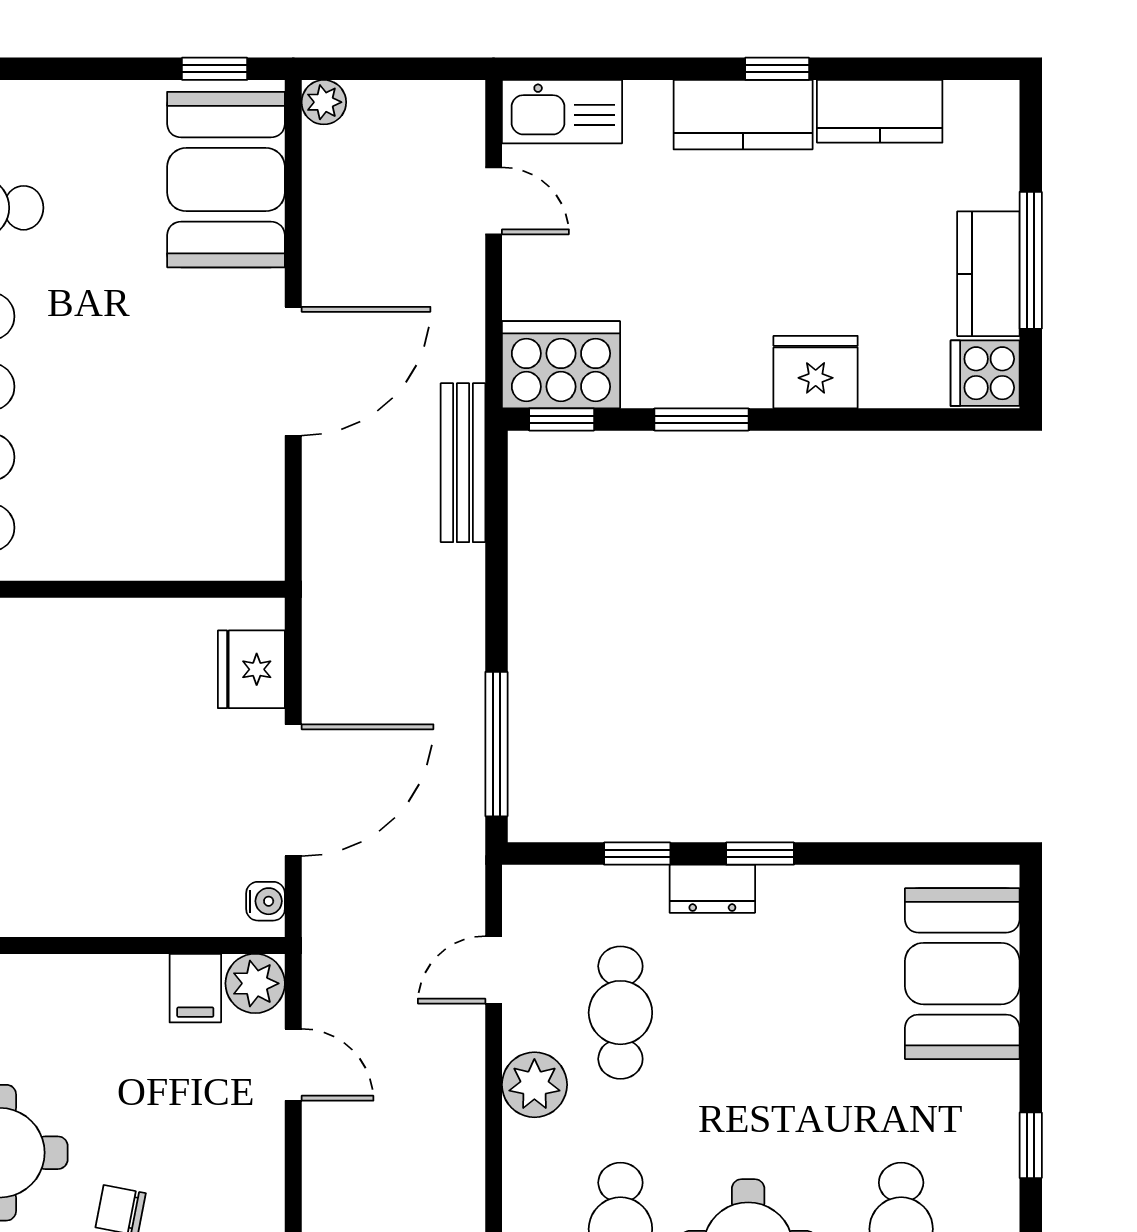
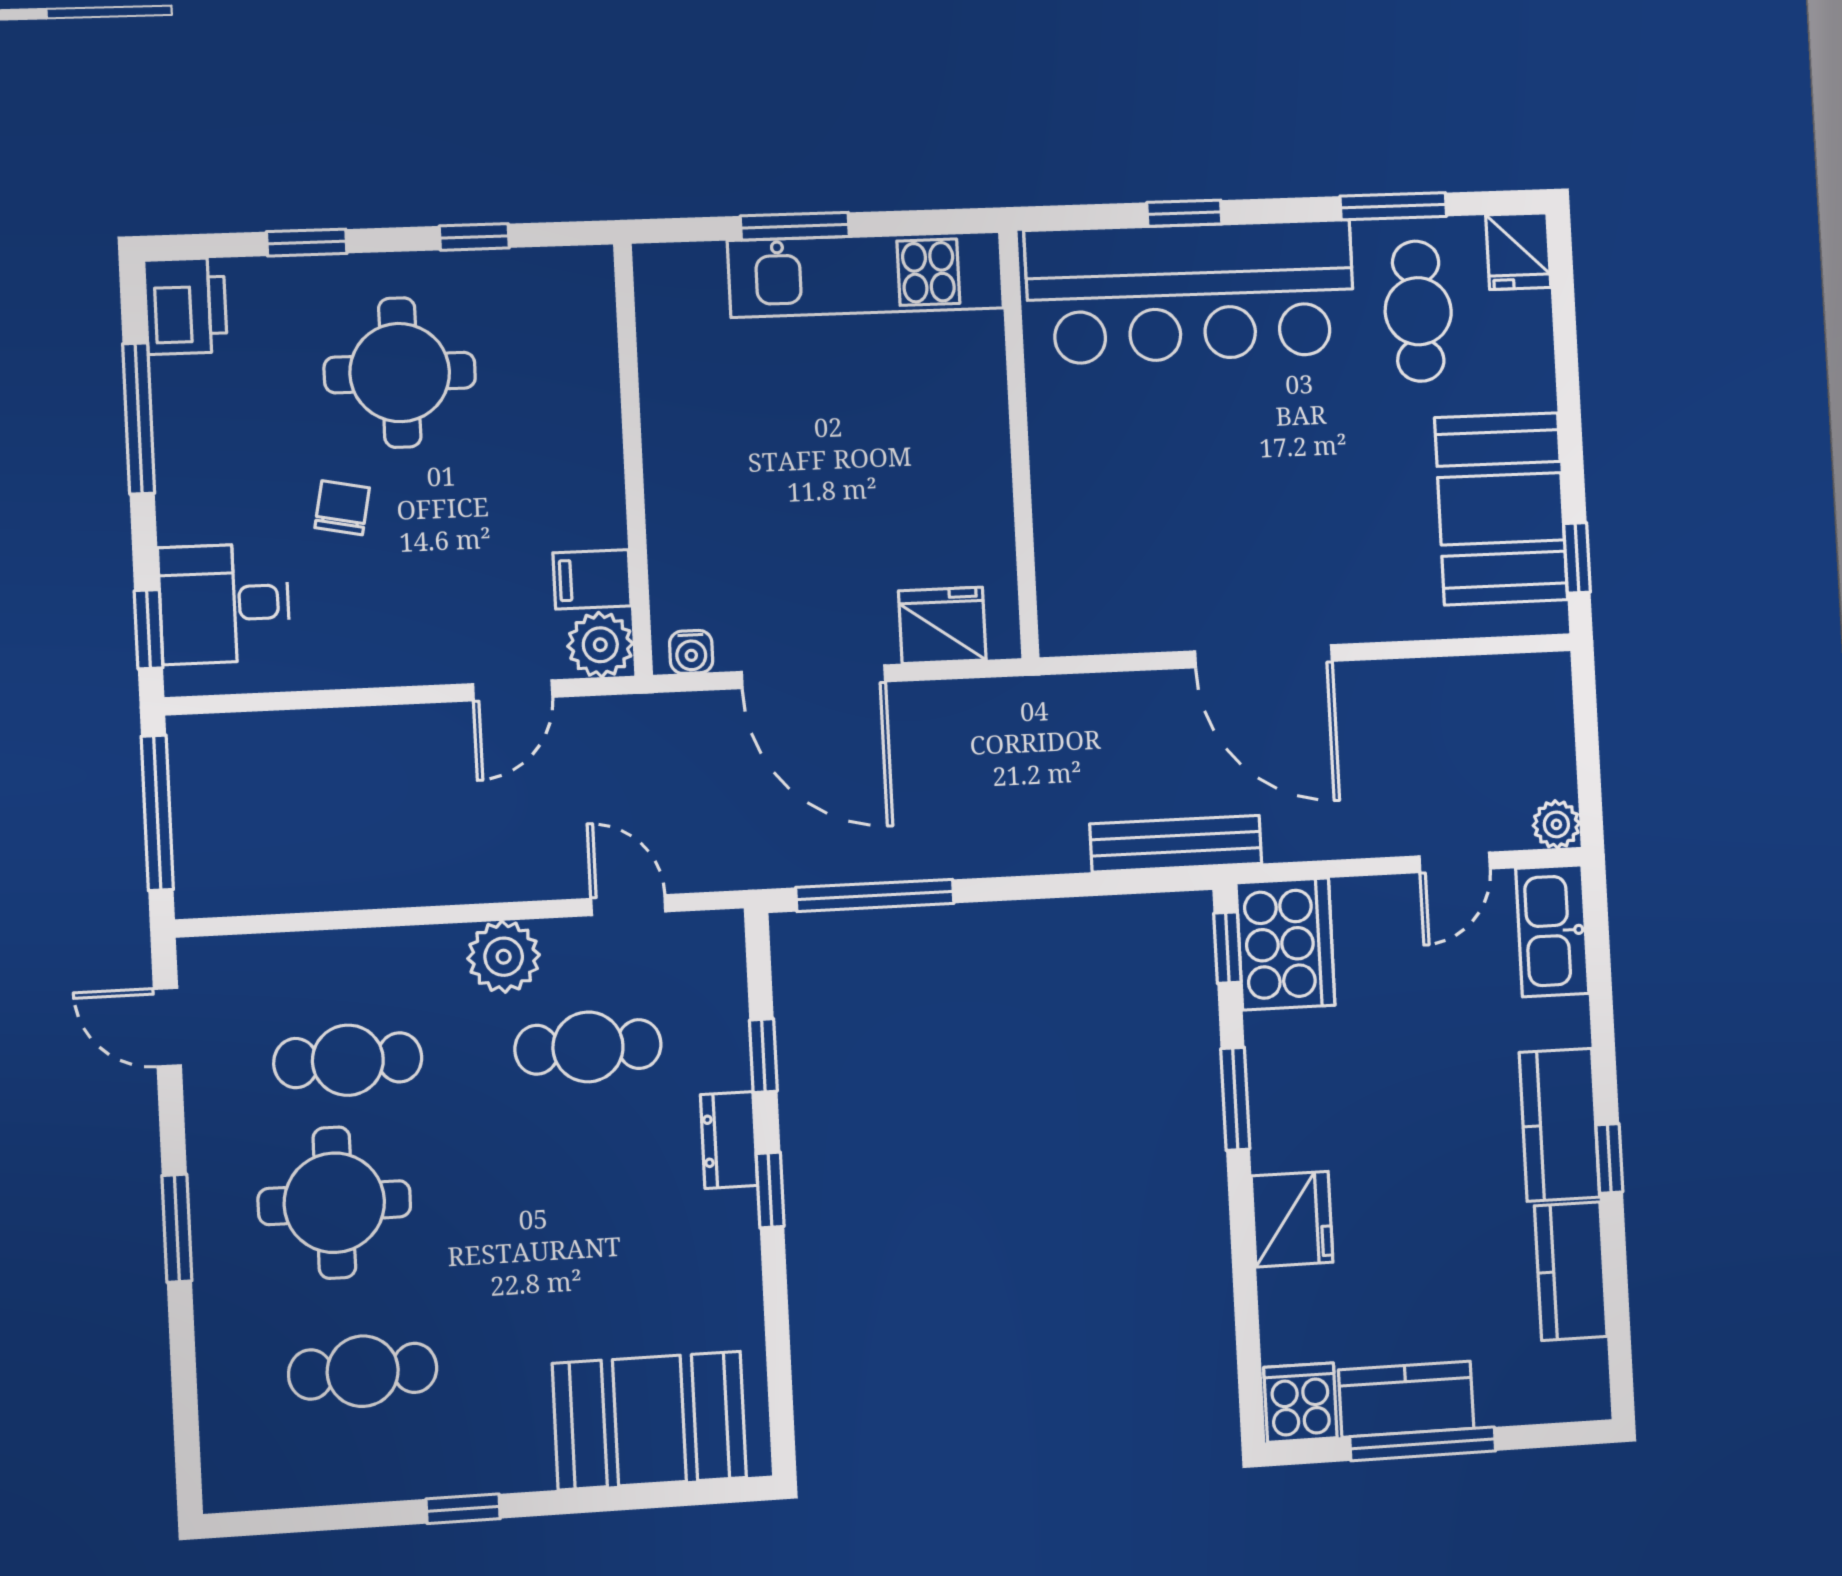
plant: (324, 102) -> (1556, 824), moved
booth: (226, 180) -> (1501, 509), moved, turned 90

